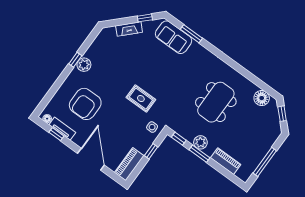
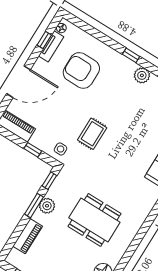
plant: (84, 65) -> (142, 75), moved

